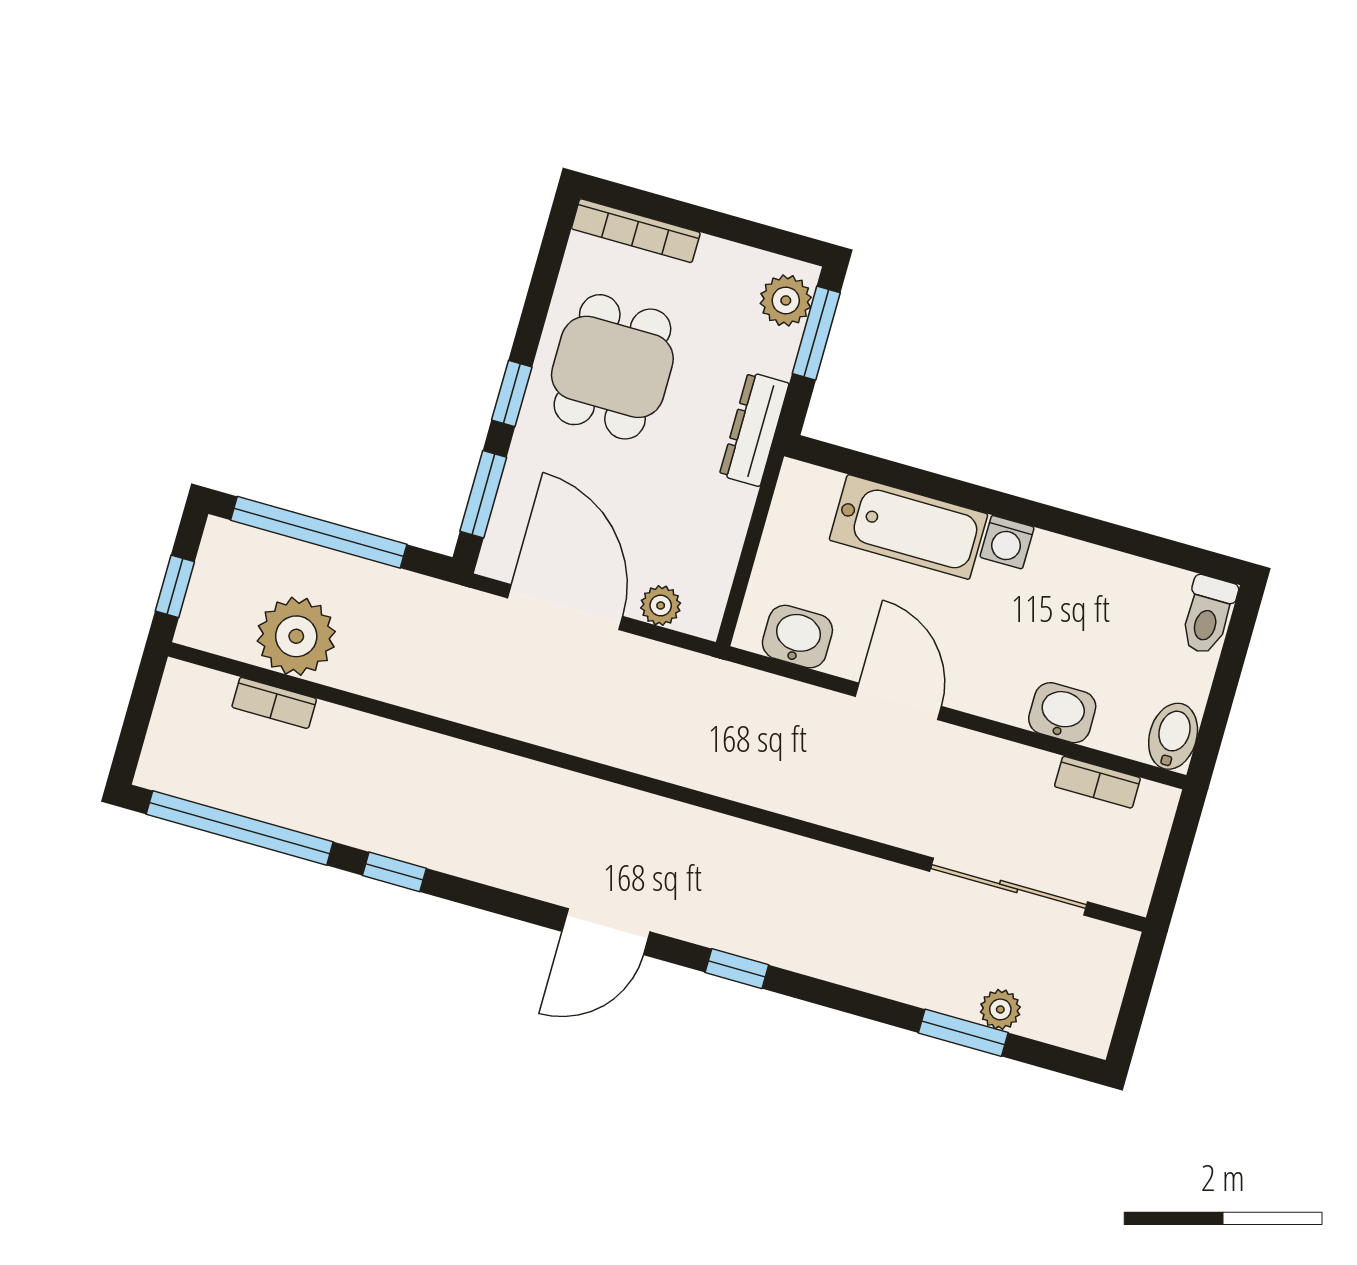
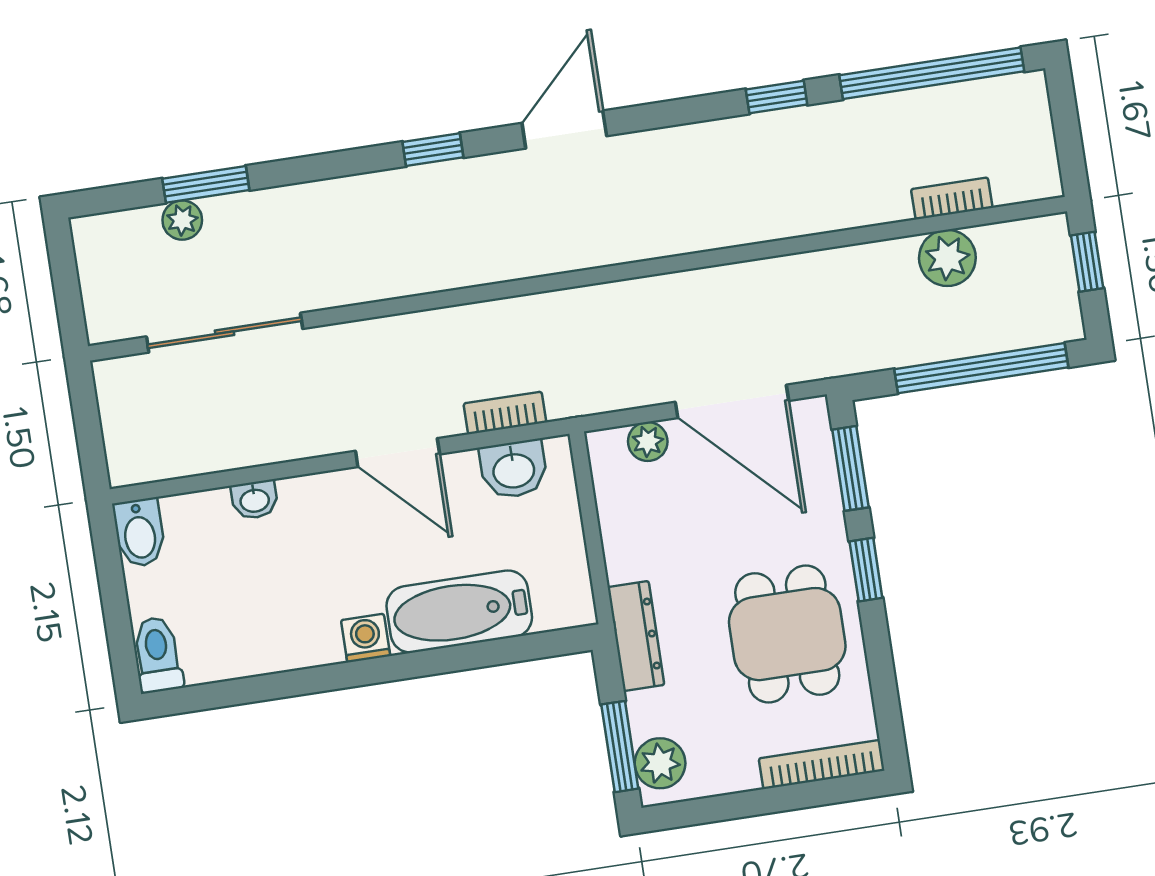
plant: (296, 636) -> (947, 258), width x0.73, depth x0.73
washbasin: (1062, 713) -> (255, 500), width x0.72, depth x0.69
bookcase: (1097, 782) -> (505, 413), moved

